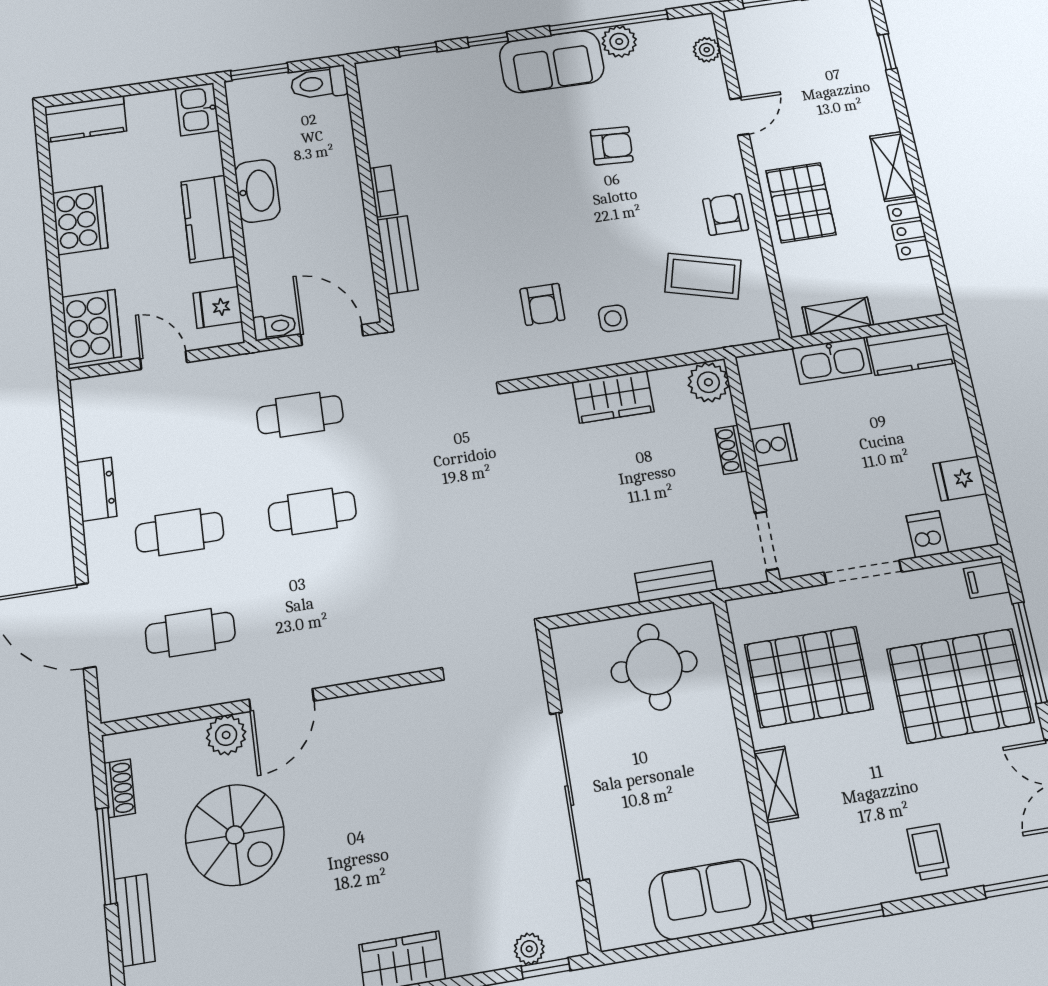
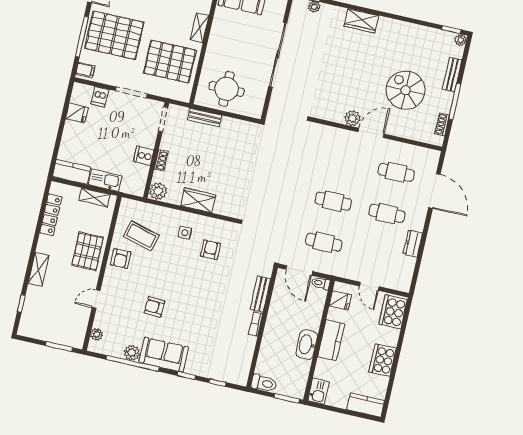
shelving: (893, 166) -> (39, 269), moved
locker: (909, 231) -> (51, 215), width x1.53
plant: (226, 735) -> (352, 118), moved

